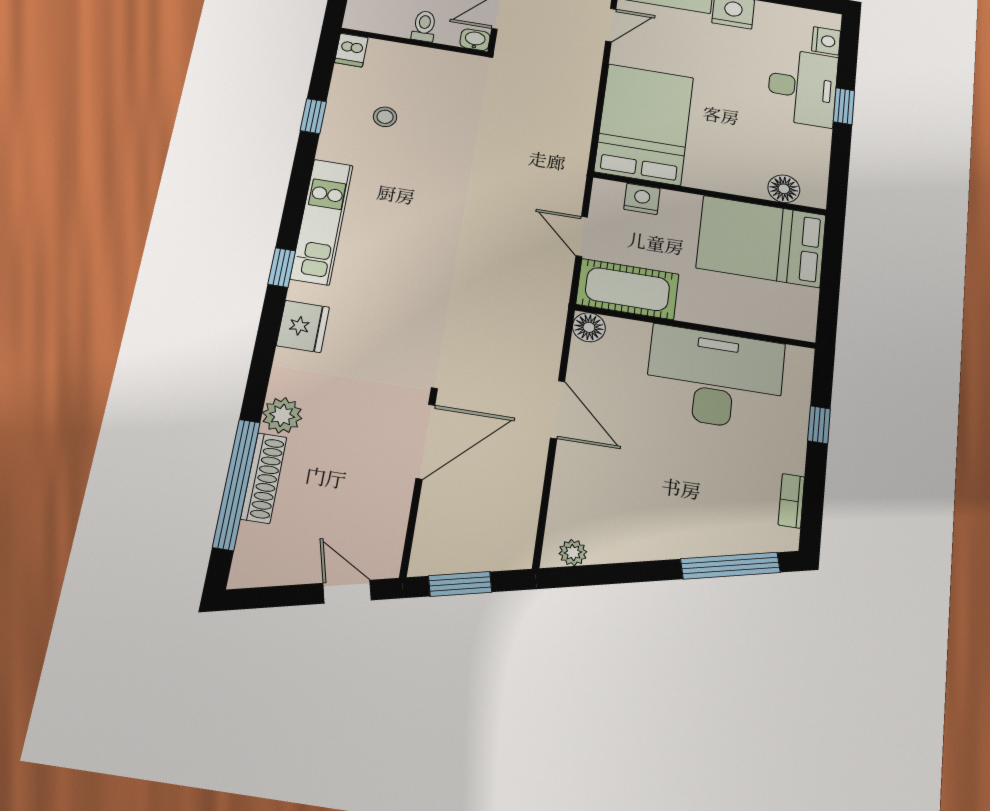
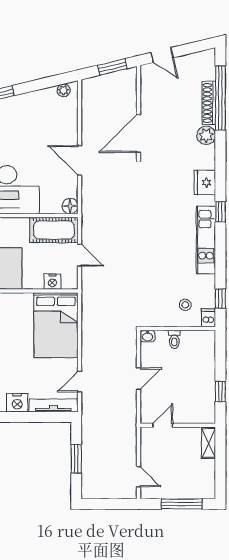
toilet: (424, 26) -> (174, 339), moved
washbasin: (475, 40) -> (147, 336), moved
wall: (414, 42) -> (178, 329), moved
dishwasher: (351, 50) -> (208, 318), moved

